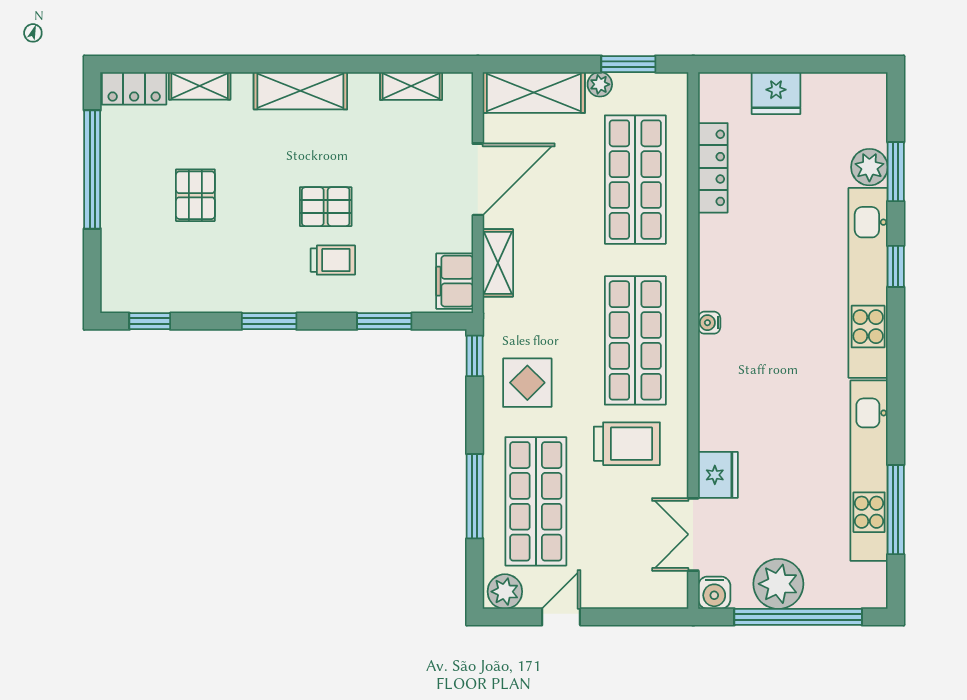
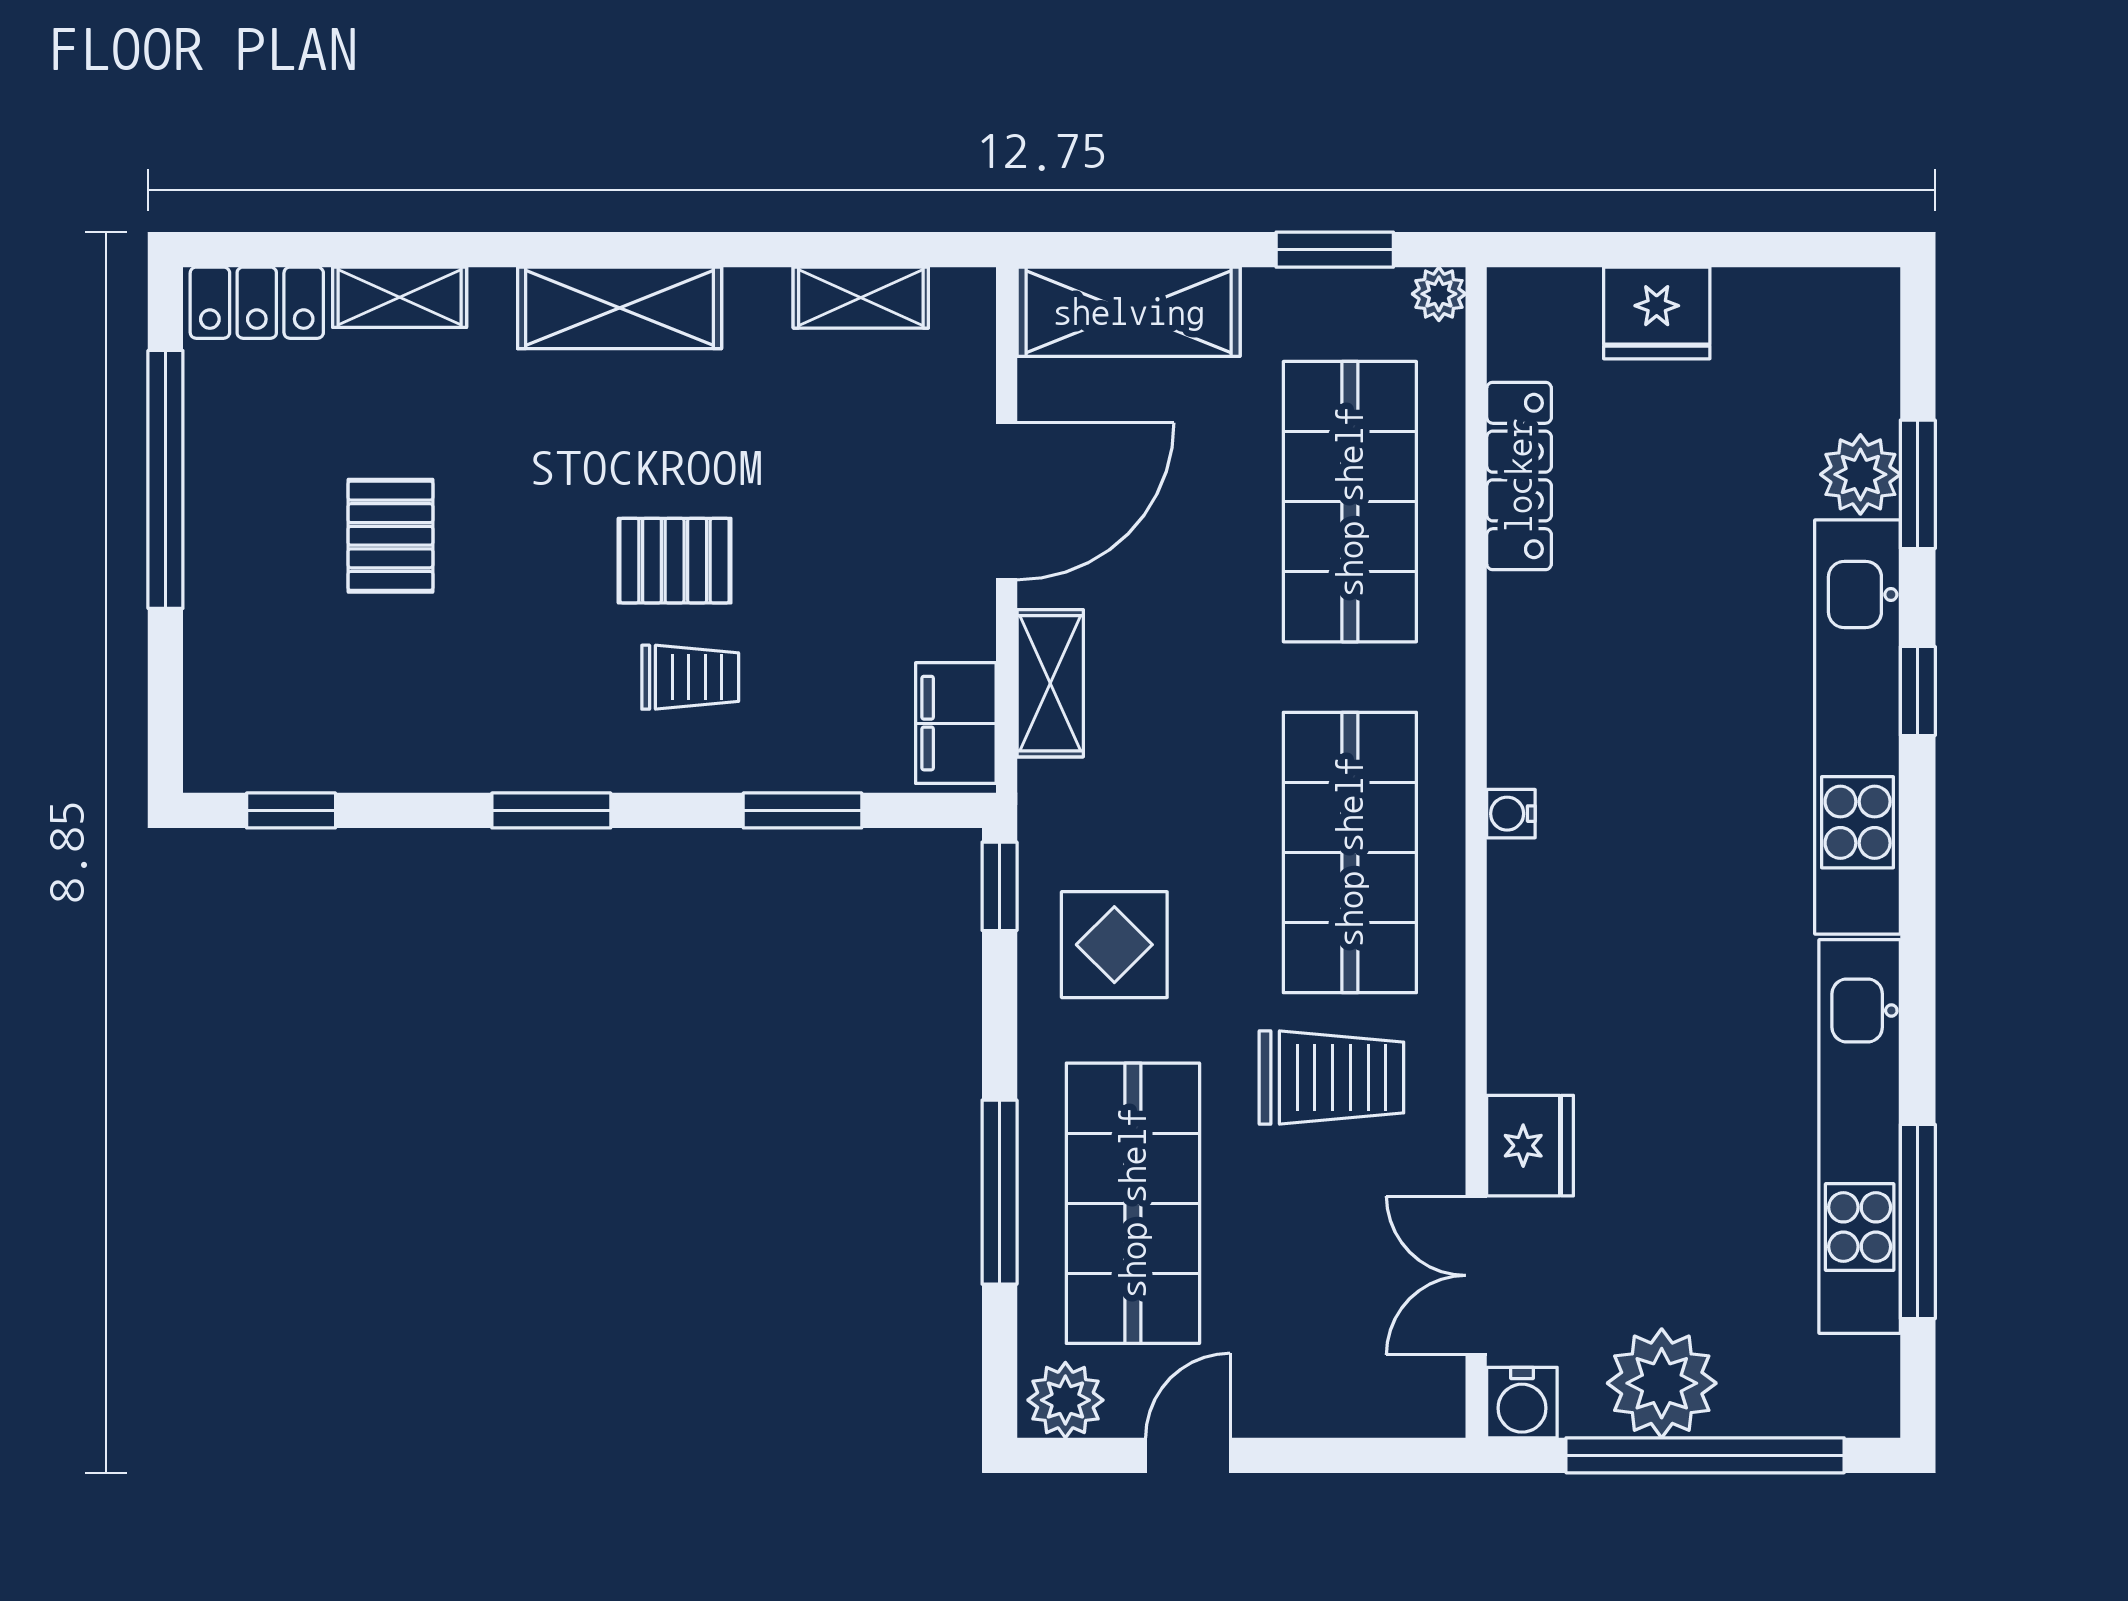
plant: (600, 84) -> (1439, 294), moved

